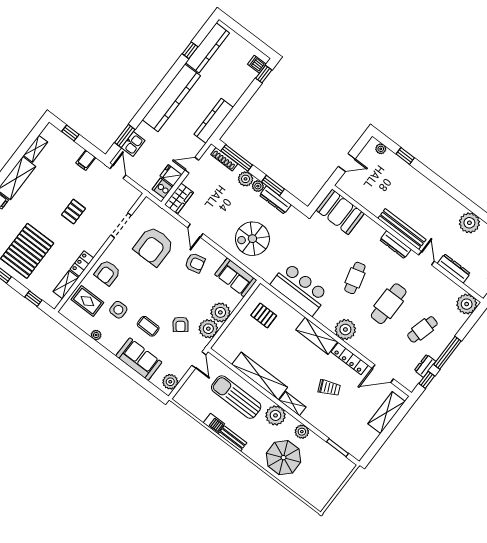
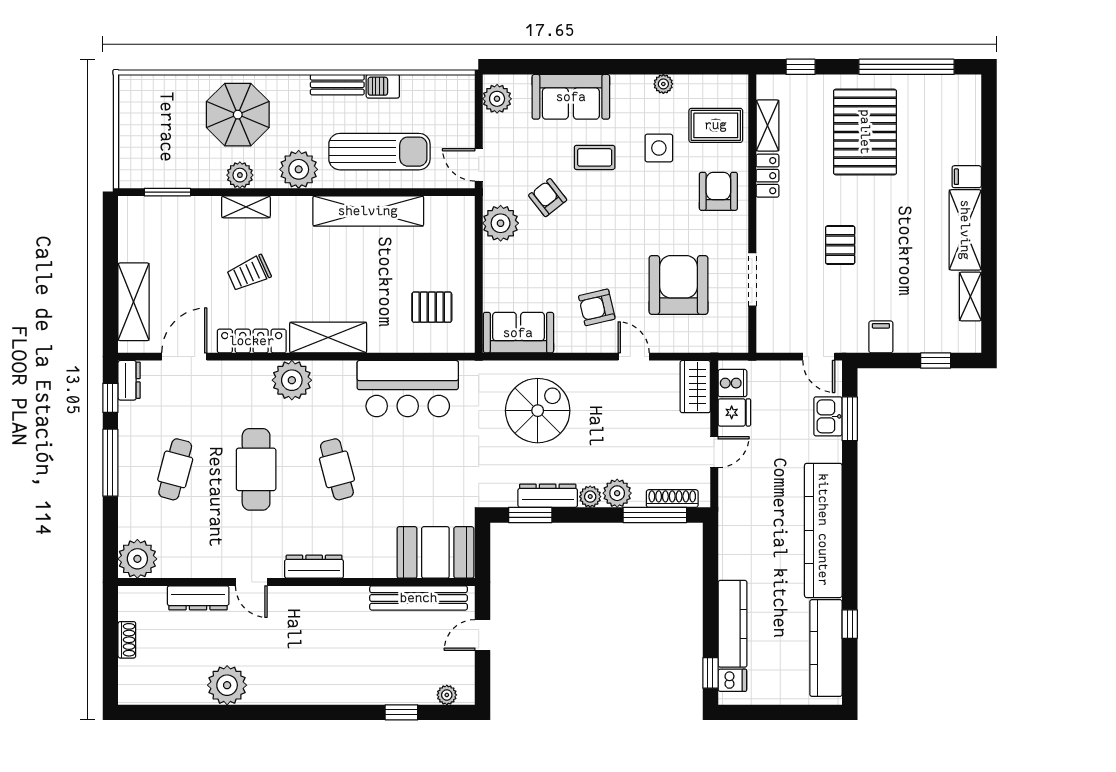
kitchen counter: (214, 121) -> (732, 624), moved
window: (273, 185) -> (530, 515), moved
bench: (402, 229) -> (419, 598), moved
plant: (220, 312) -> (501, 262), removed
dresser: (425, 366) -> (129, 380), moved
shelving: (293, 404) -> (246, 207), moved

